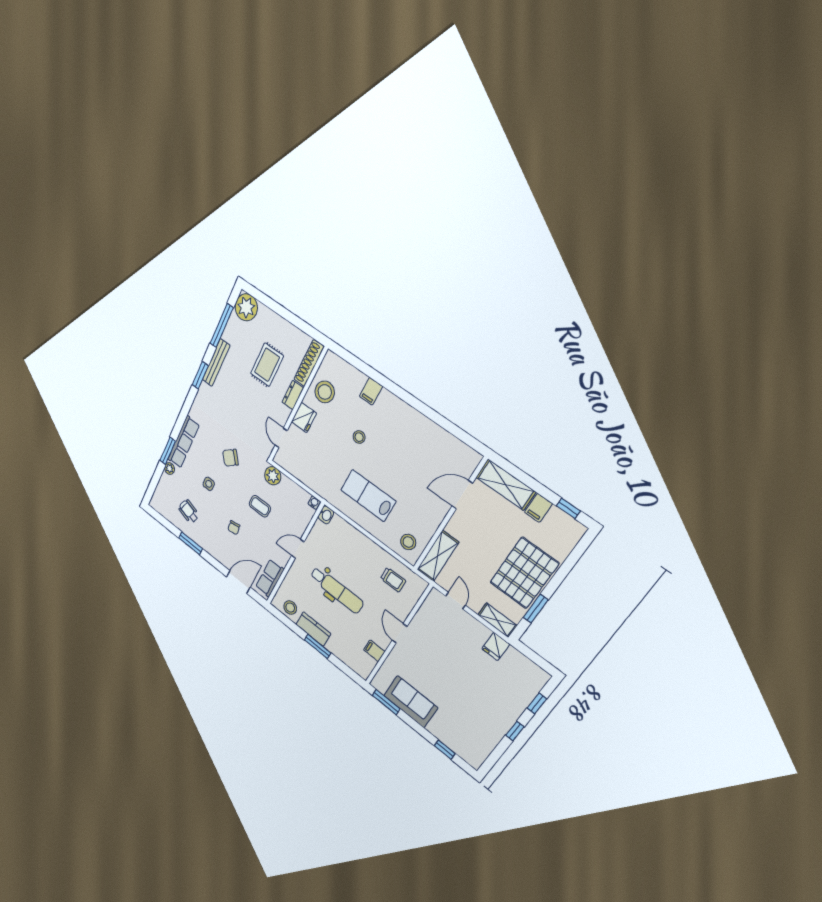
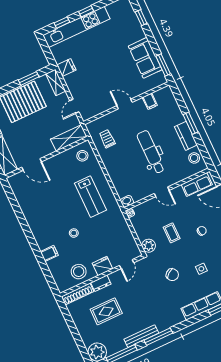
window: (200, 375) -> (158, 337), width x1.44
door: (400, 633) -> (125, 104), swing flipped
kitchen unit: (515, 706) -> (76, 27), added

